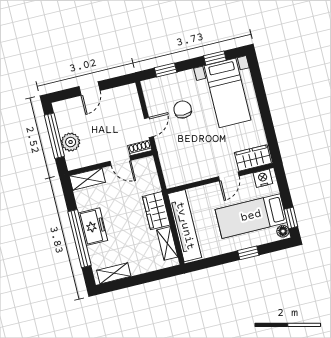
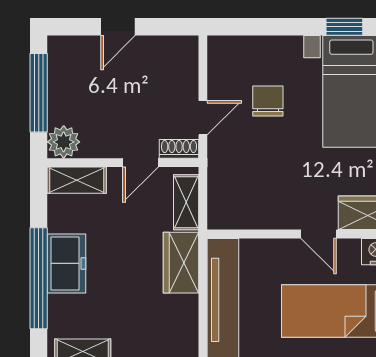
window: (166, 70) -> (255, 27), removed
plant: (71, 142) -> (64, 142), moved
door: (120, 161) -> (140, 163), hinge flipped
door: (229, 176) -> (319, 234), hinge flipped
shelving: (167, 243) -> (186, 202), moved

